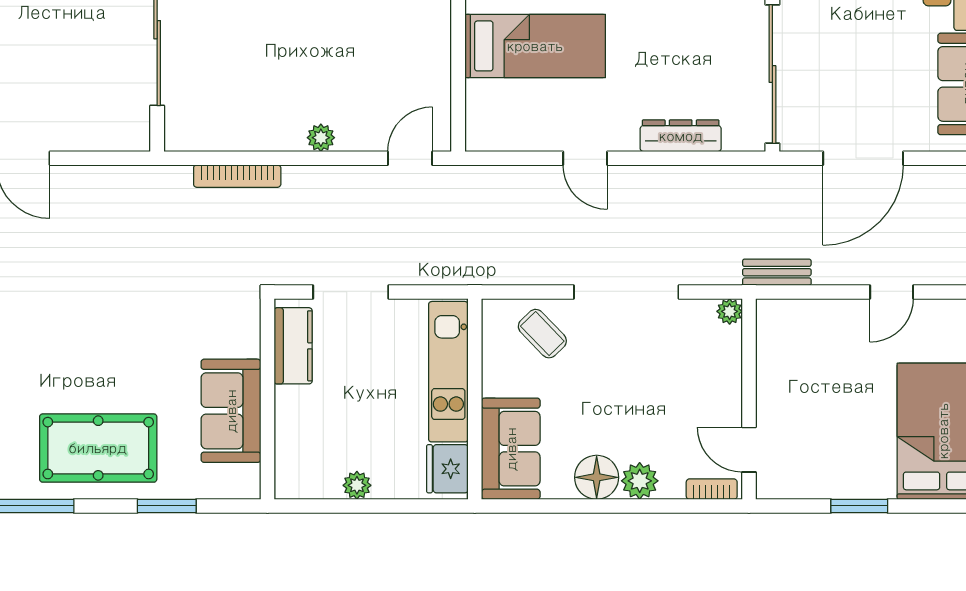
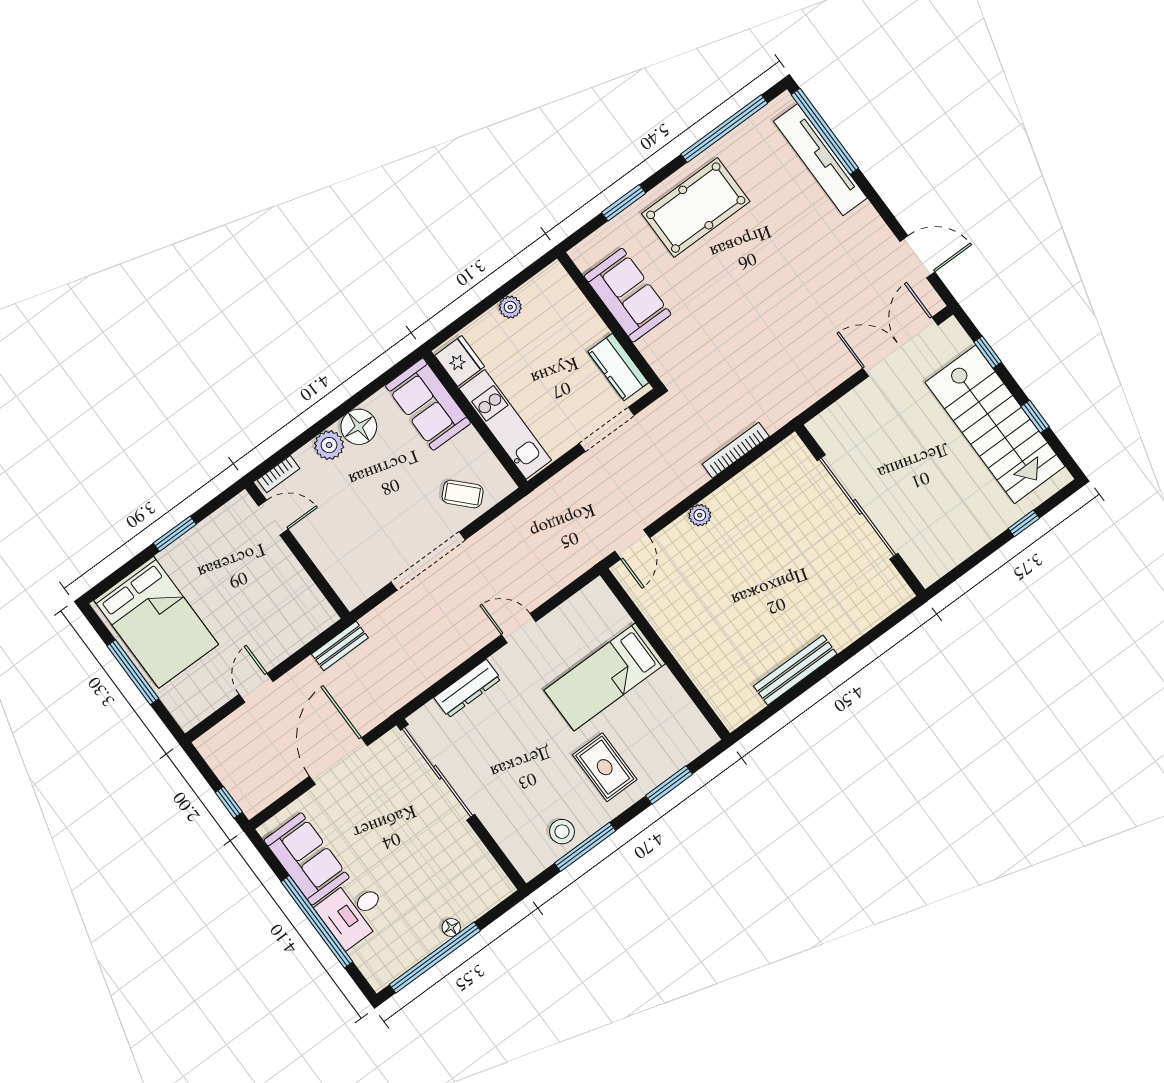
plant: (730, 311) -> (352, 598), removed

